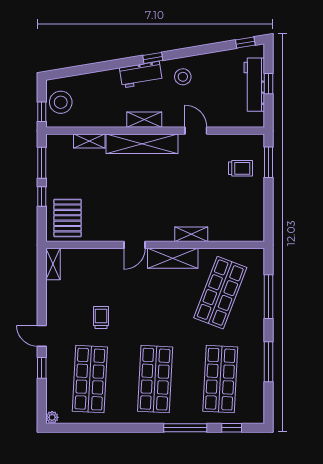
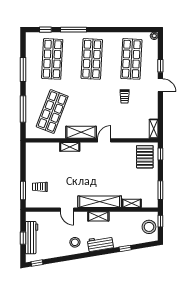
window: (153, 58) -> (125, 248), moved
window: (42, 197) -> (160, 154), moved

